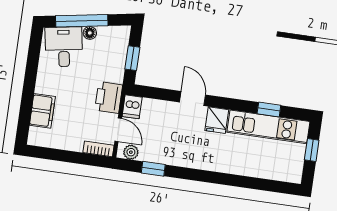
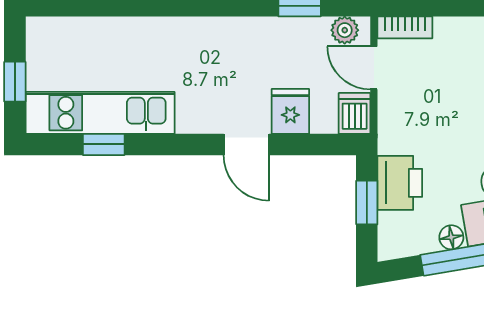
printer: (109, 98) -> (400, 183), moved
fridge: (217, 120) -> (290, 111), moved

